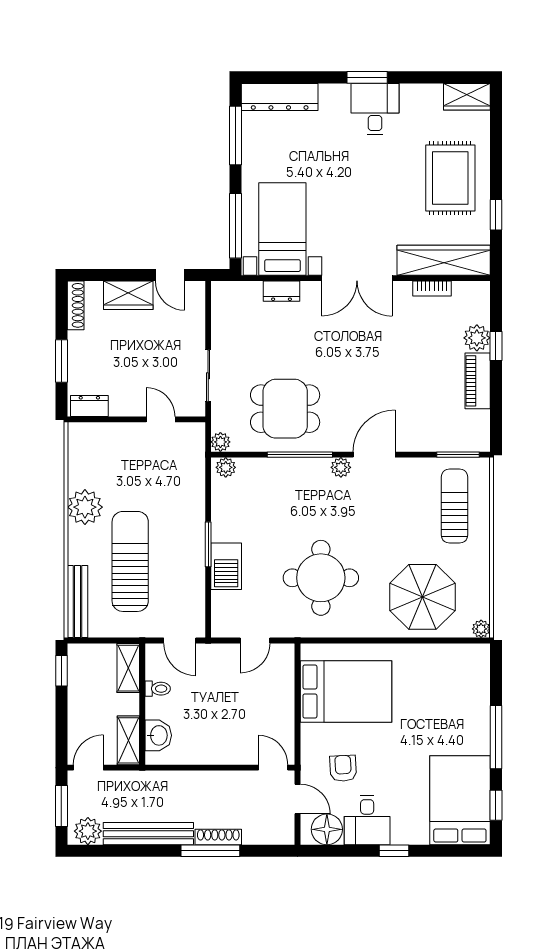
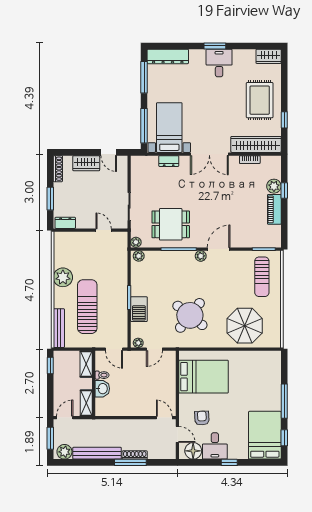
sun lounger: (455, 506) -> (262, 277), turned 180
round table: (321, 578) -> (190, 315), turned 38
plant: (481, 629) -> (138, 343), moved
washbasin: (158, 735) -> (102, 389), moved

